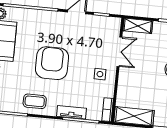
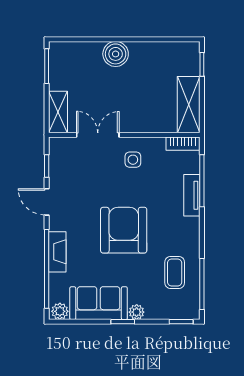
fireplace: (42, 16) -> (57, 252), added
armchair: (52, 63) -> (124, 230), turned 90
coffee table: (35, 101) -> (175, 272), moved

